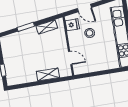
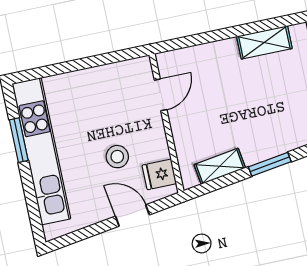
door: (70, 58) -> (161, 95), swing flipped
shelving: (48, 74) -> (264, 42), moved

